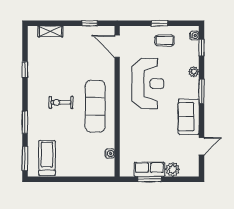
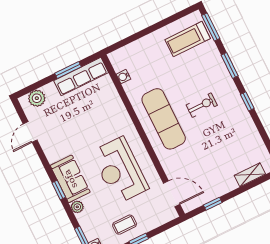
window: (25, 70) -> (247, 101), moved
window: (202, 91) -> (59, 190), width x0.67
sofa: (189, 117) -> (70, 179), moved
treadmill: (47, 158) -> (188, 39), turned 90
row of seats: (149, 169) -> (81, 77), width x1.48
plant: (173, 169) -> (37, 98), moved

